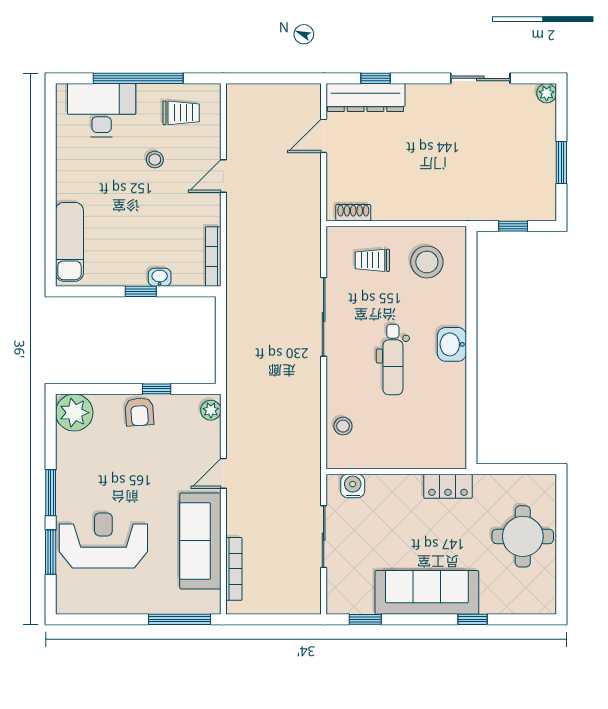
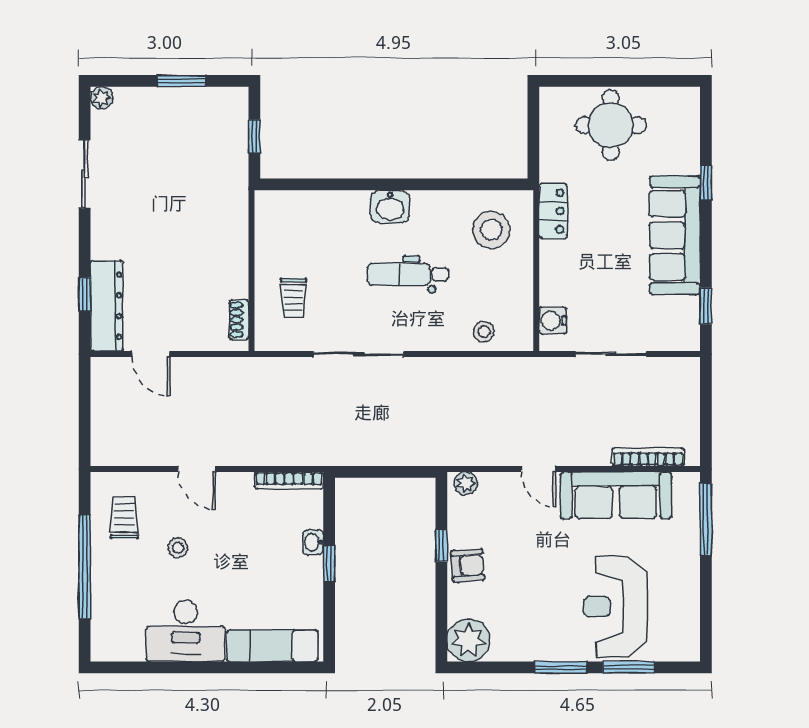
desk: (102, 110) -> (186, 631), moved, turned -90
stool: (427, 262) -> (491, 230), moved
dental chair: (393, 360) -> (408, 274), turned 180

